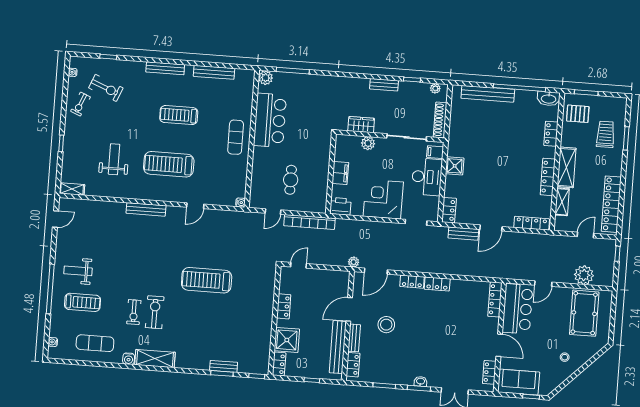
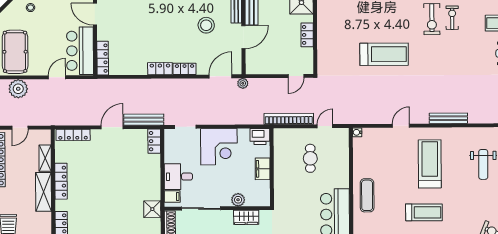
treadmill: (169, 164) -> (430, 164), turned -90
shower: (455, 166) -> (152, 209), moved
desk: (427, 177) -> (178, 177), width x0.73
bench: (463, 234) -> (144, 120), width x1.36

